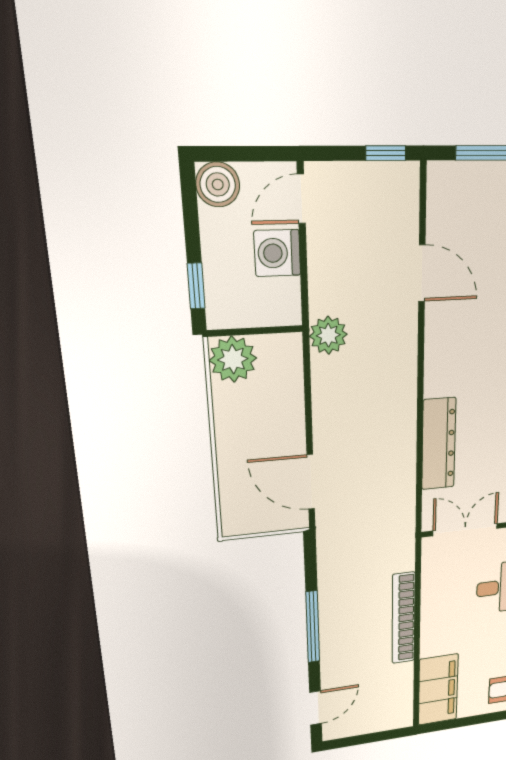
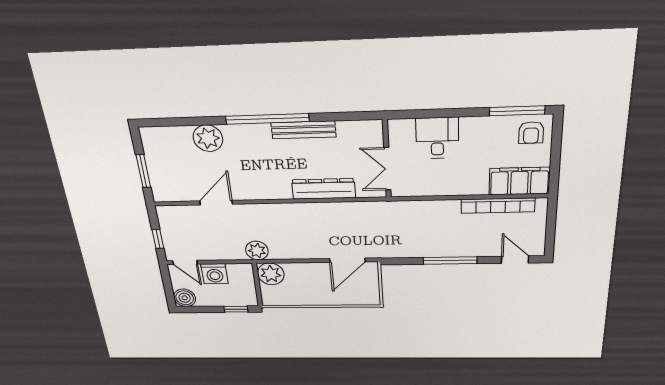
window: (386, 153) -> (158, 239), moved
plant: (233, 359) -> (271, 274), moved
bookcase: (404, 618) -> (498, 206), moved

